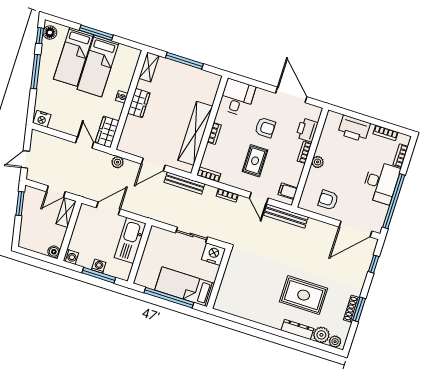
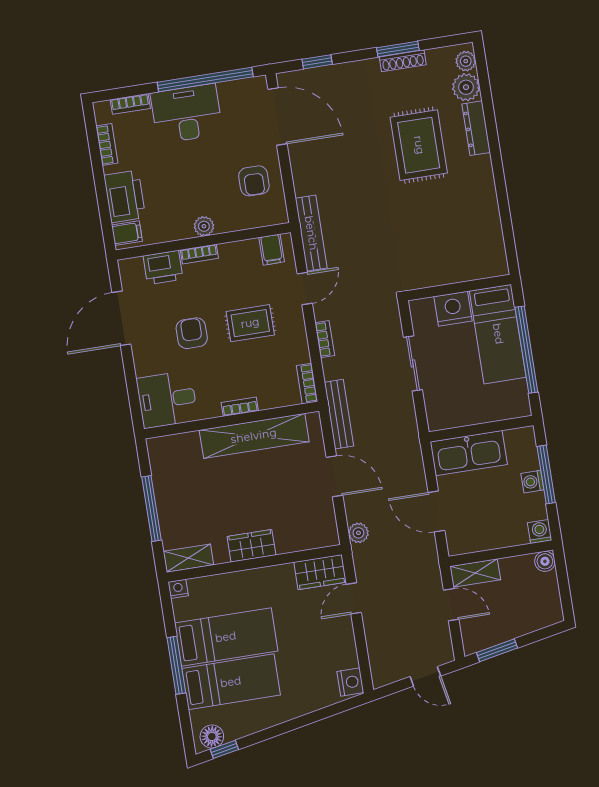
window: (36, 72) -> (283, 728), removed
nightstand: (122, 97) -> (178, 589), moved
filing cabinet: (334, 120) -> (127, 233), added
nightstand: (213, 254) -> (453, 309), moved, turned 90

